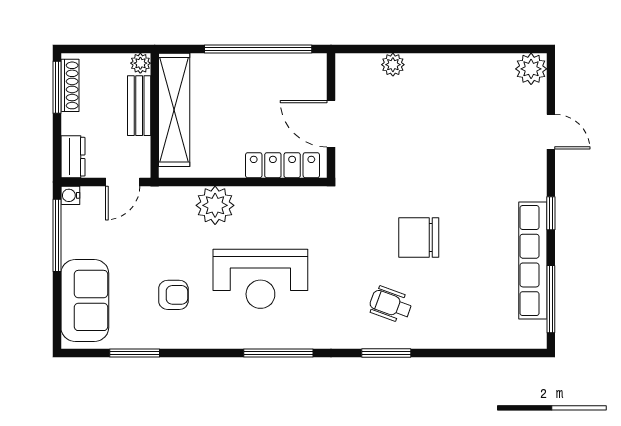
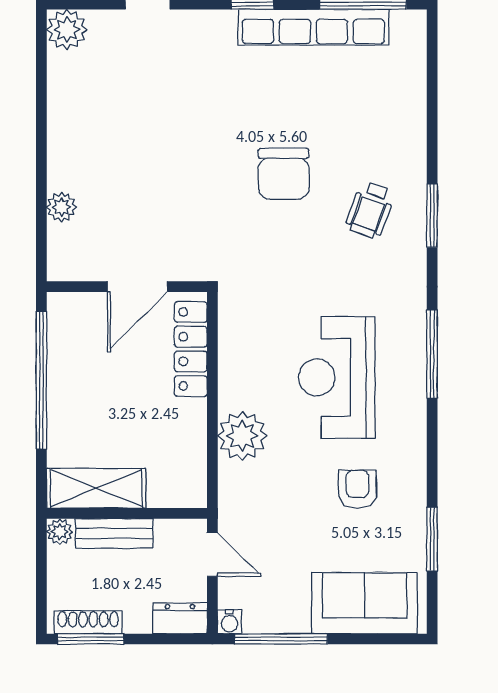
shelving: (174, 110) -> (96, 488), width x0.68
reception desk: (260, 279) -> (337, 377), turned 180

